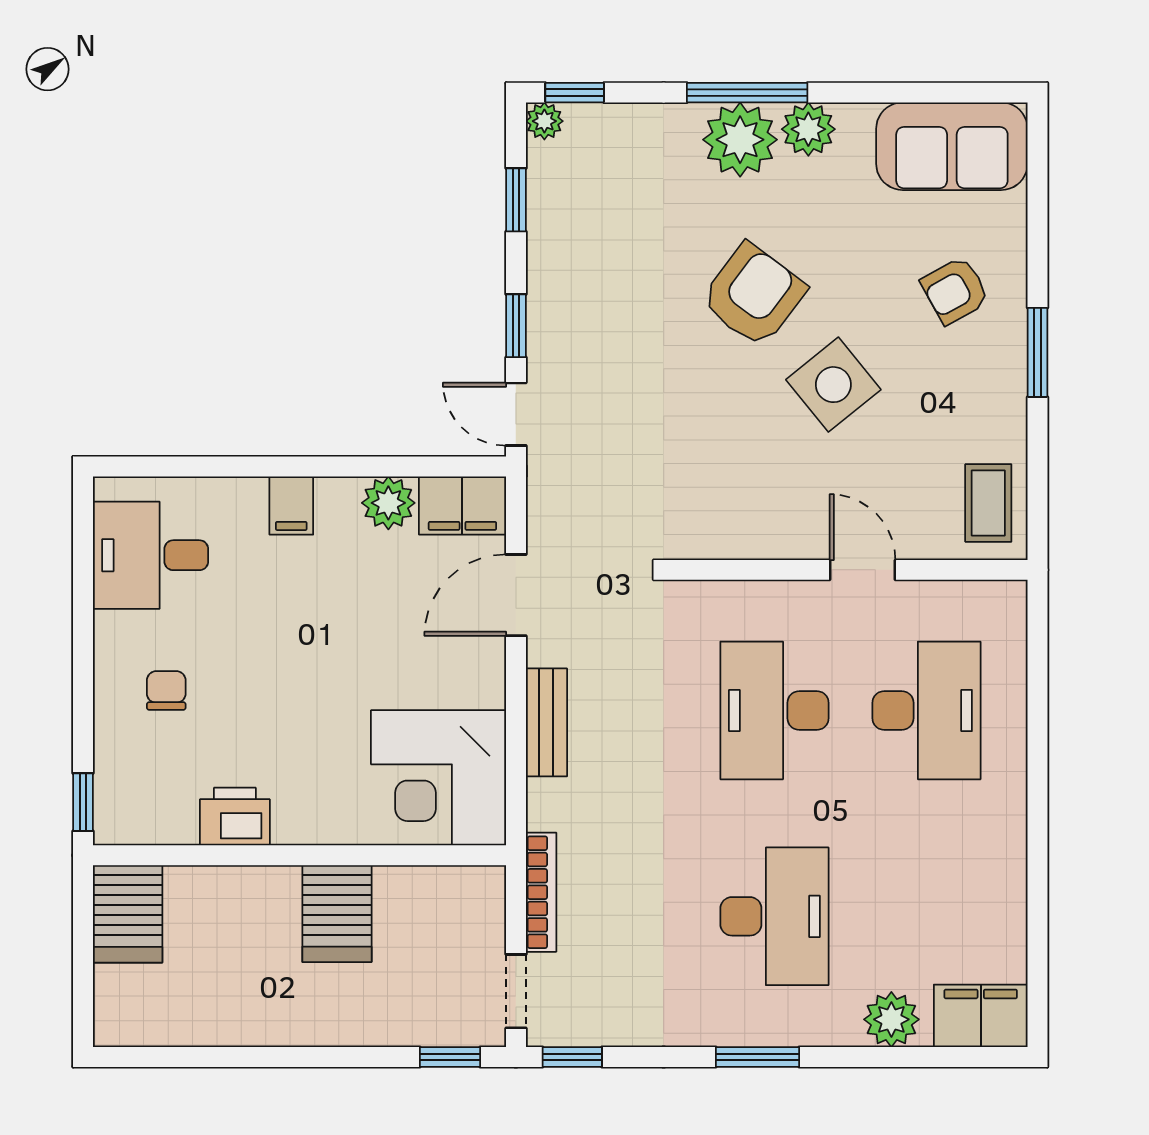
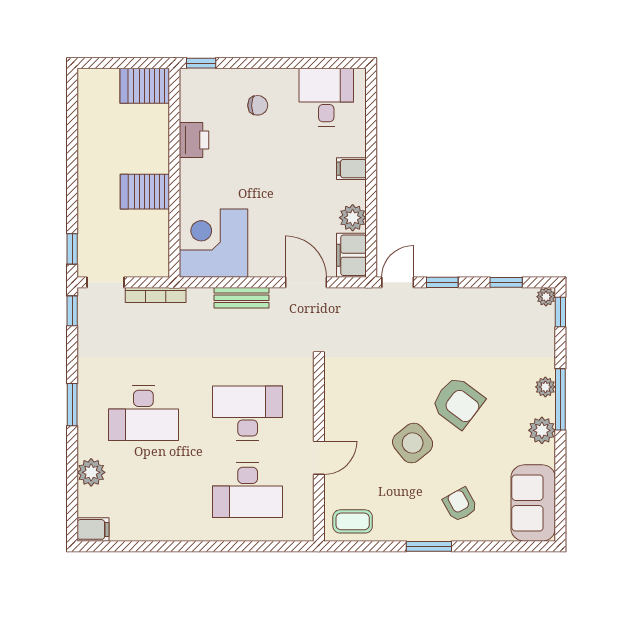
plant: (740, 140) -> (545, 387), width x0.53, depth x0.53
filing cabinet: (981, 1016) -> (93, 529), width x0.50

